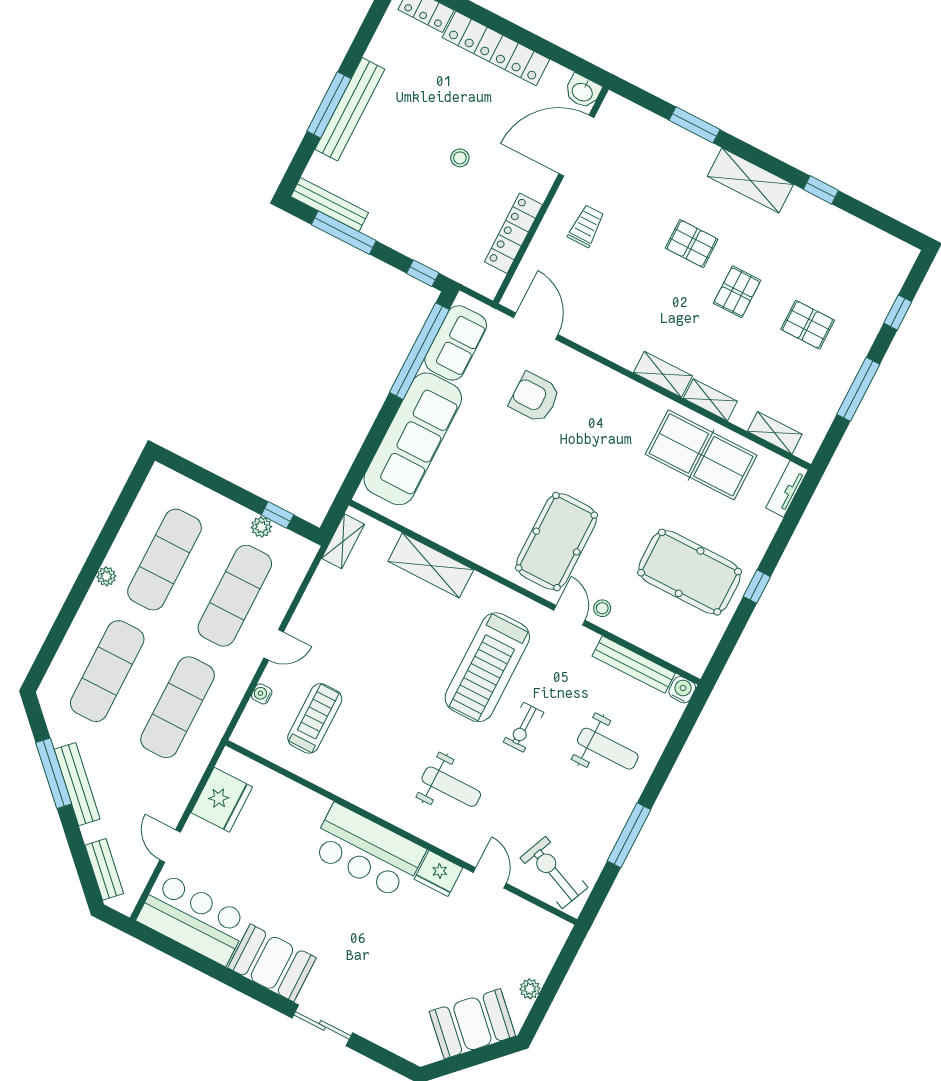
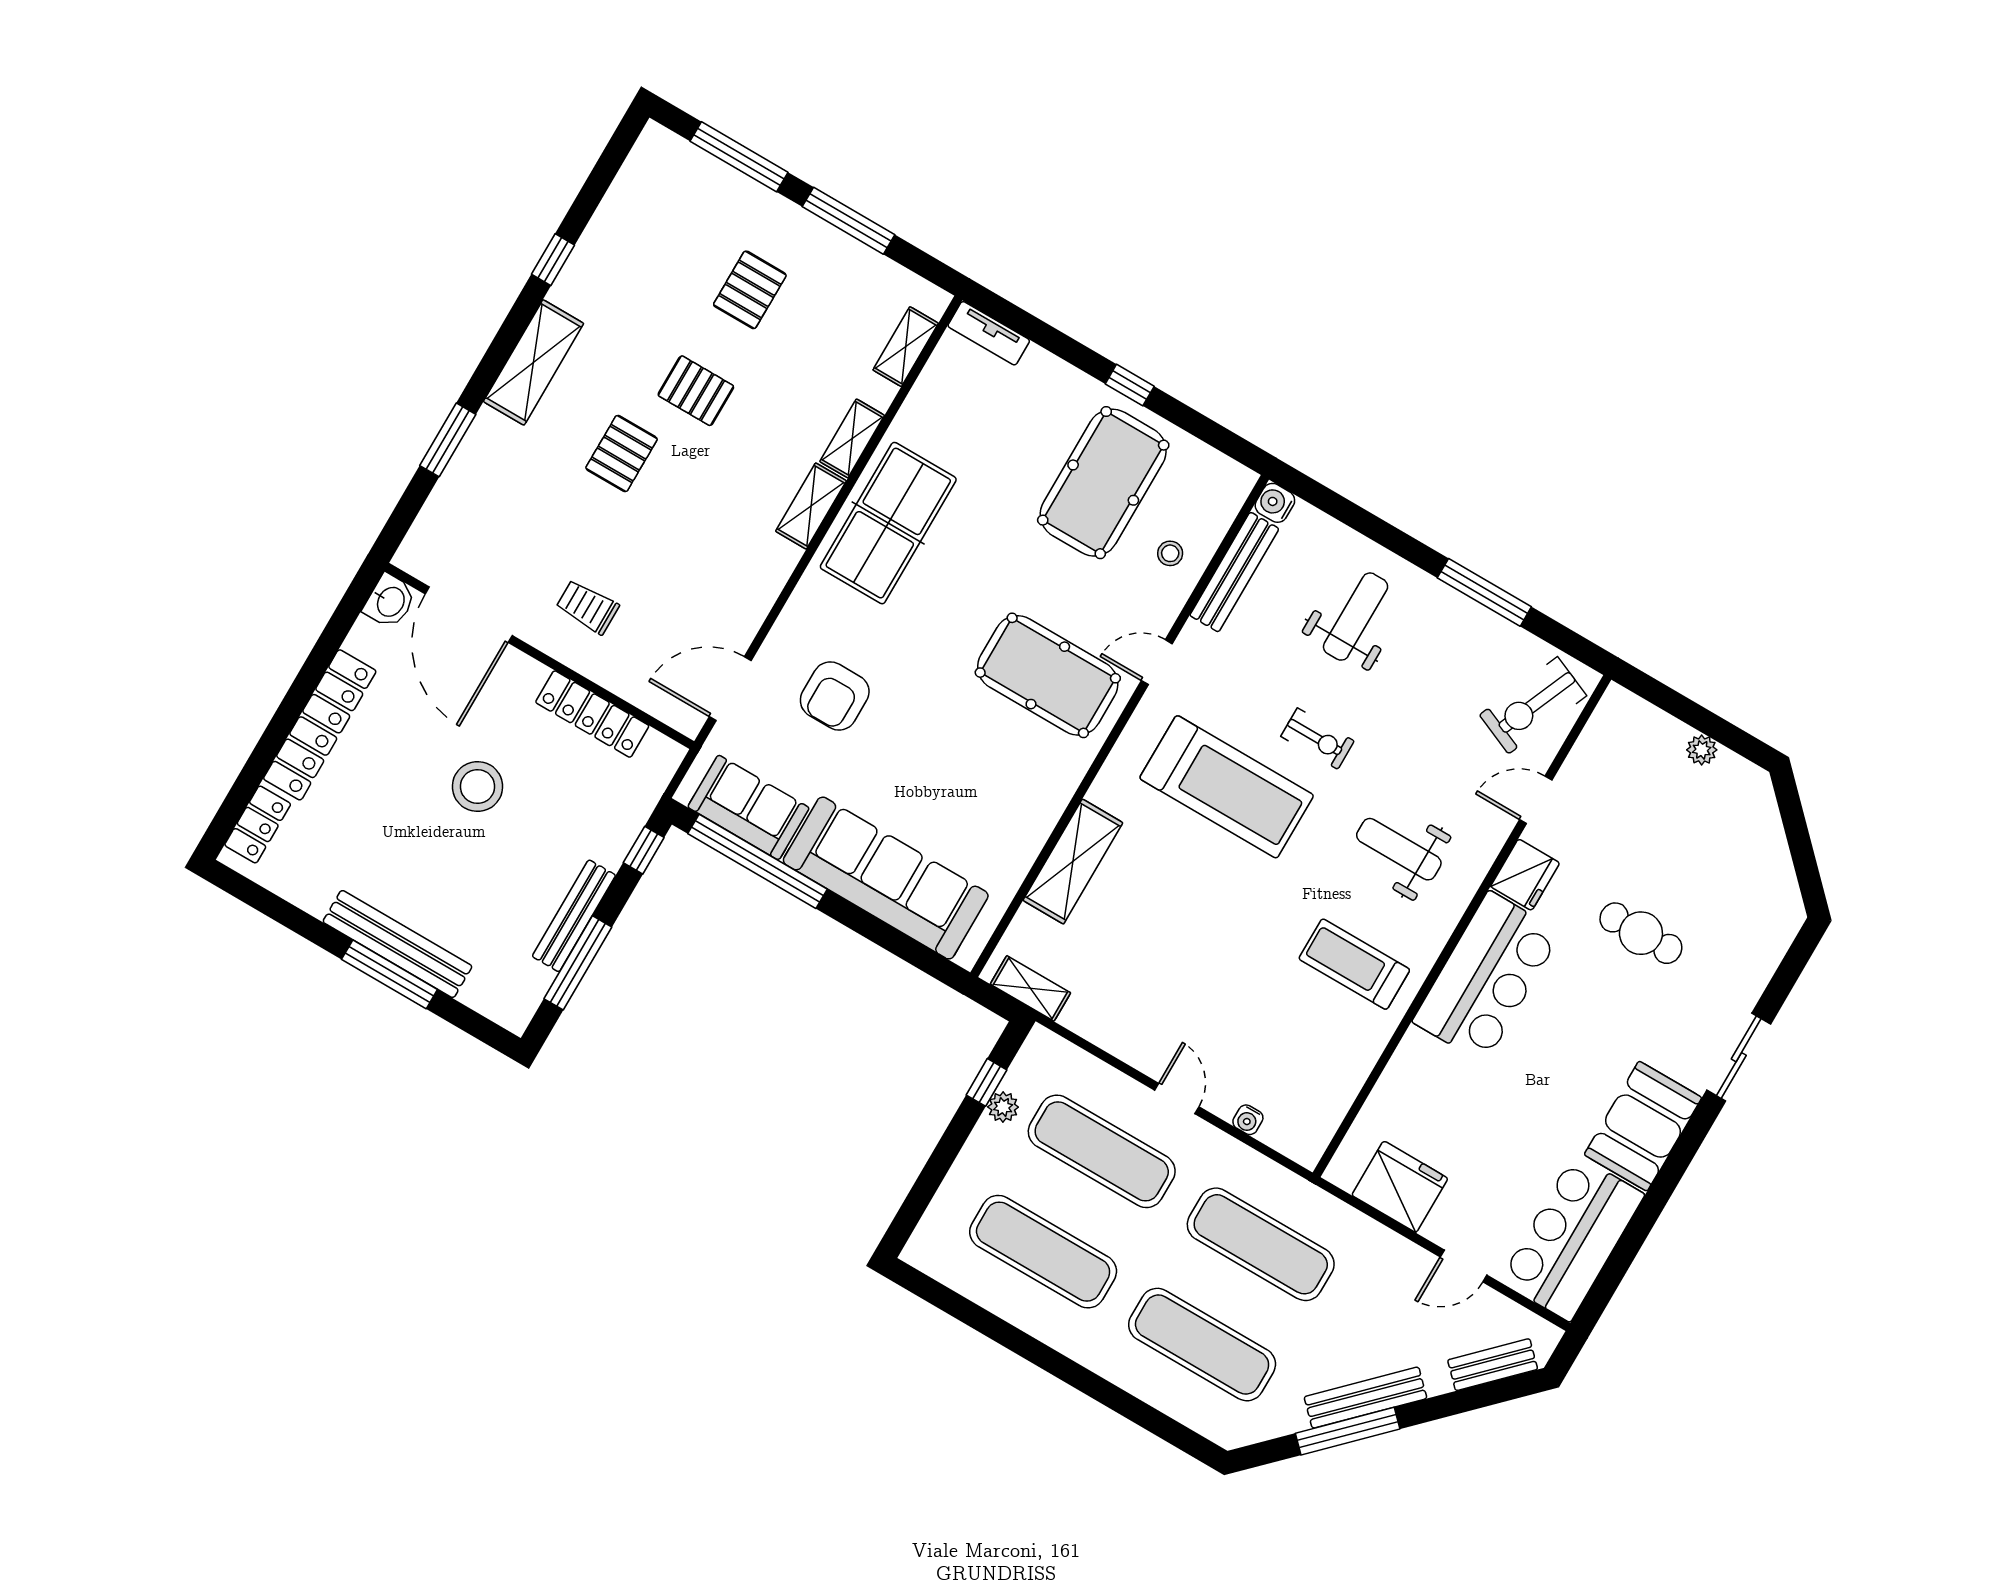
stool: (460, 158) -> (478, 787), width x1.89, depth x1.89
bench: (330, 205) -> (574, 916), moved
window: (898, 312) -> (739, 157), width x2.17
table tennis table: (701, 455) -> (888, 523), moved
plant: (106, 576) -> (1063, 1338), removed
stool: (602, 608) -> (1170, 553), moved
treadmill: (315, 718) -> (1354, 964), moved
weight bench: (451, 787) -> (1399, 849), turned -90
cafe table: (403, 954) -> (1641, 933), added
booth: (472, 1024) -> (1748, 837), removed

